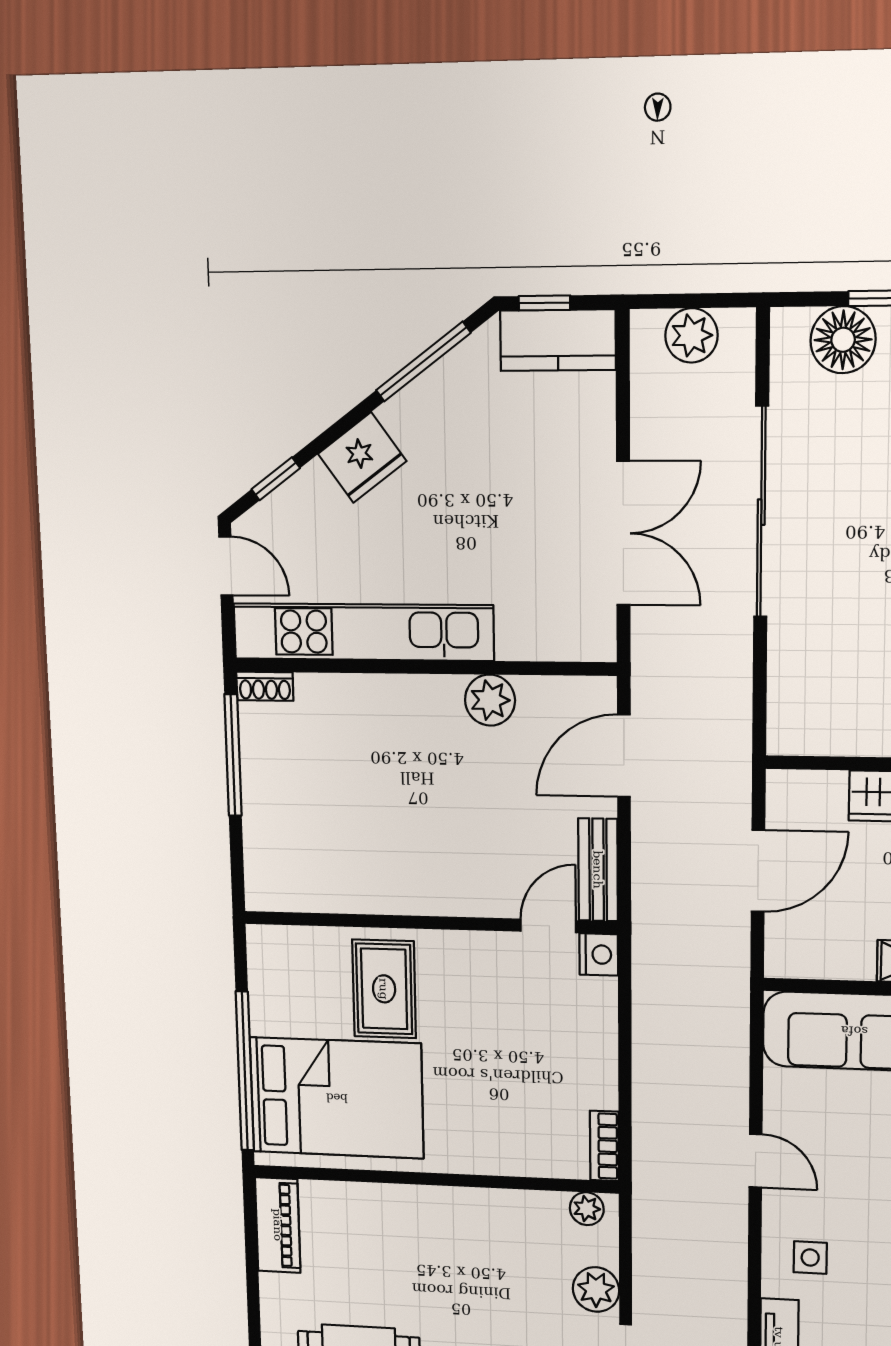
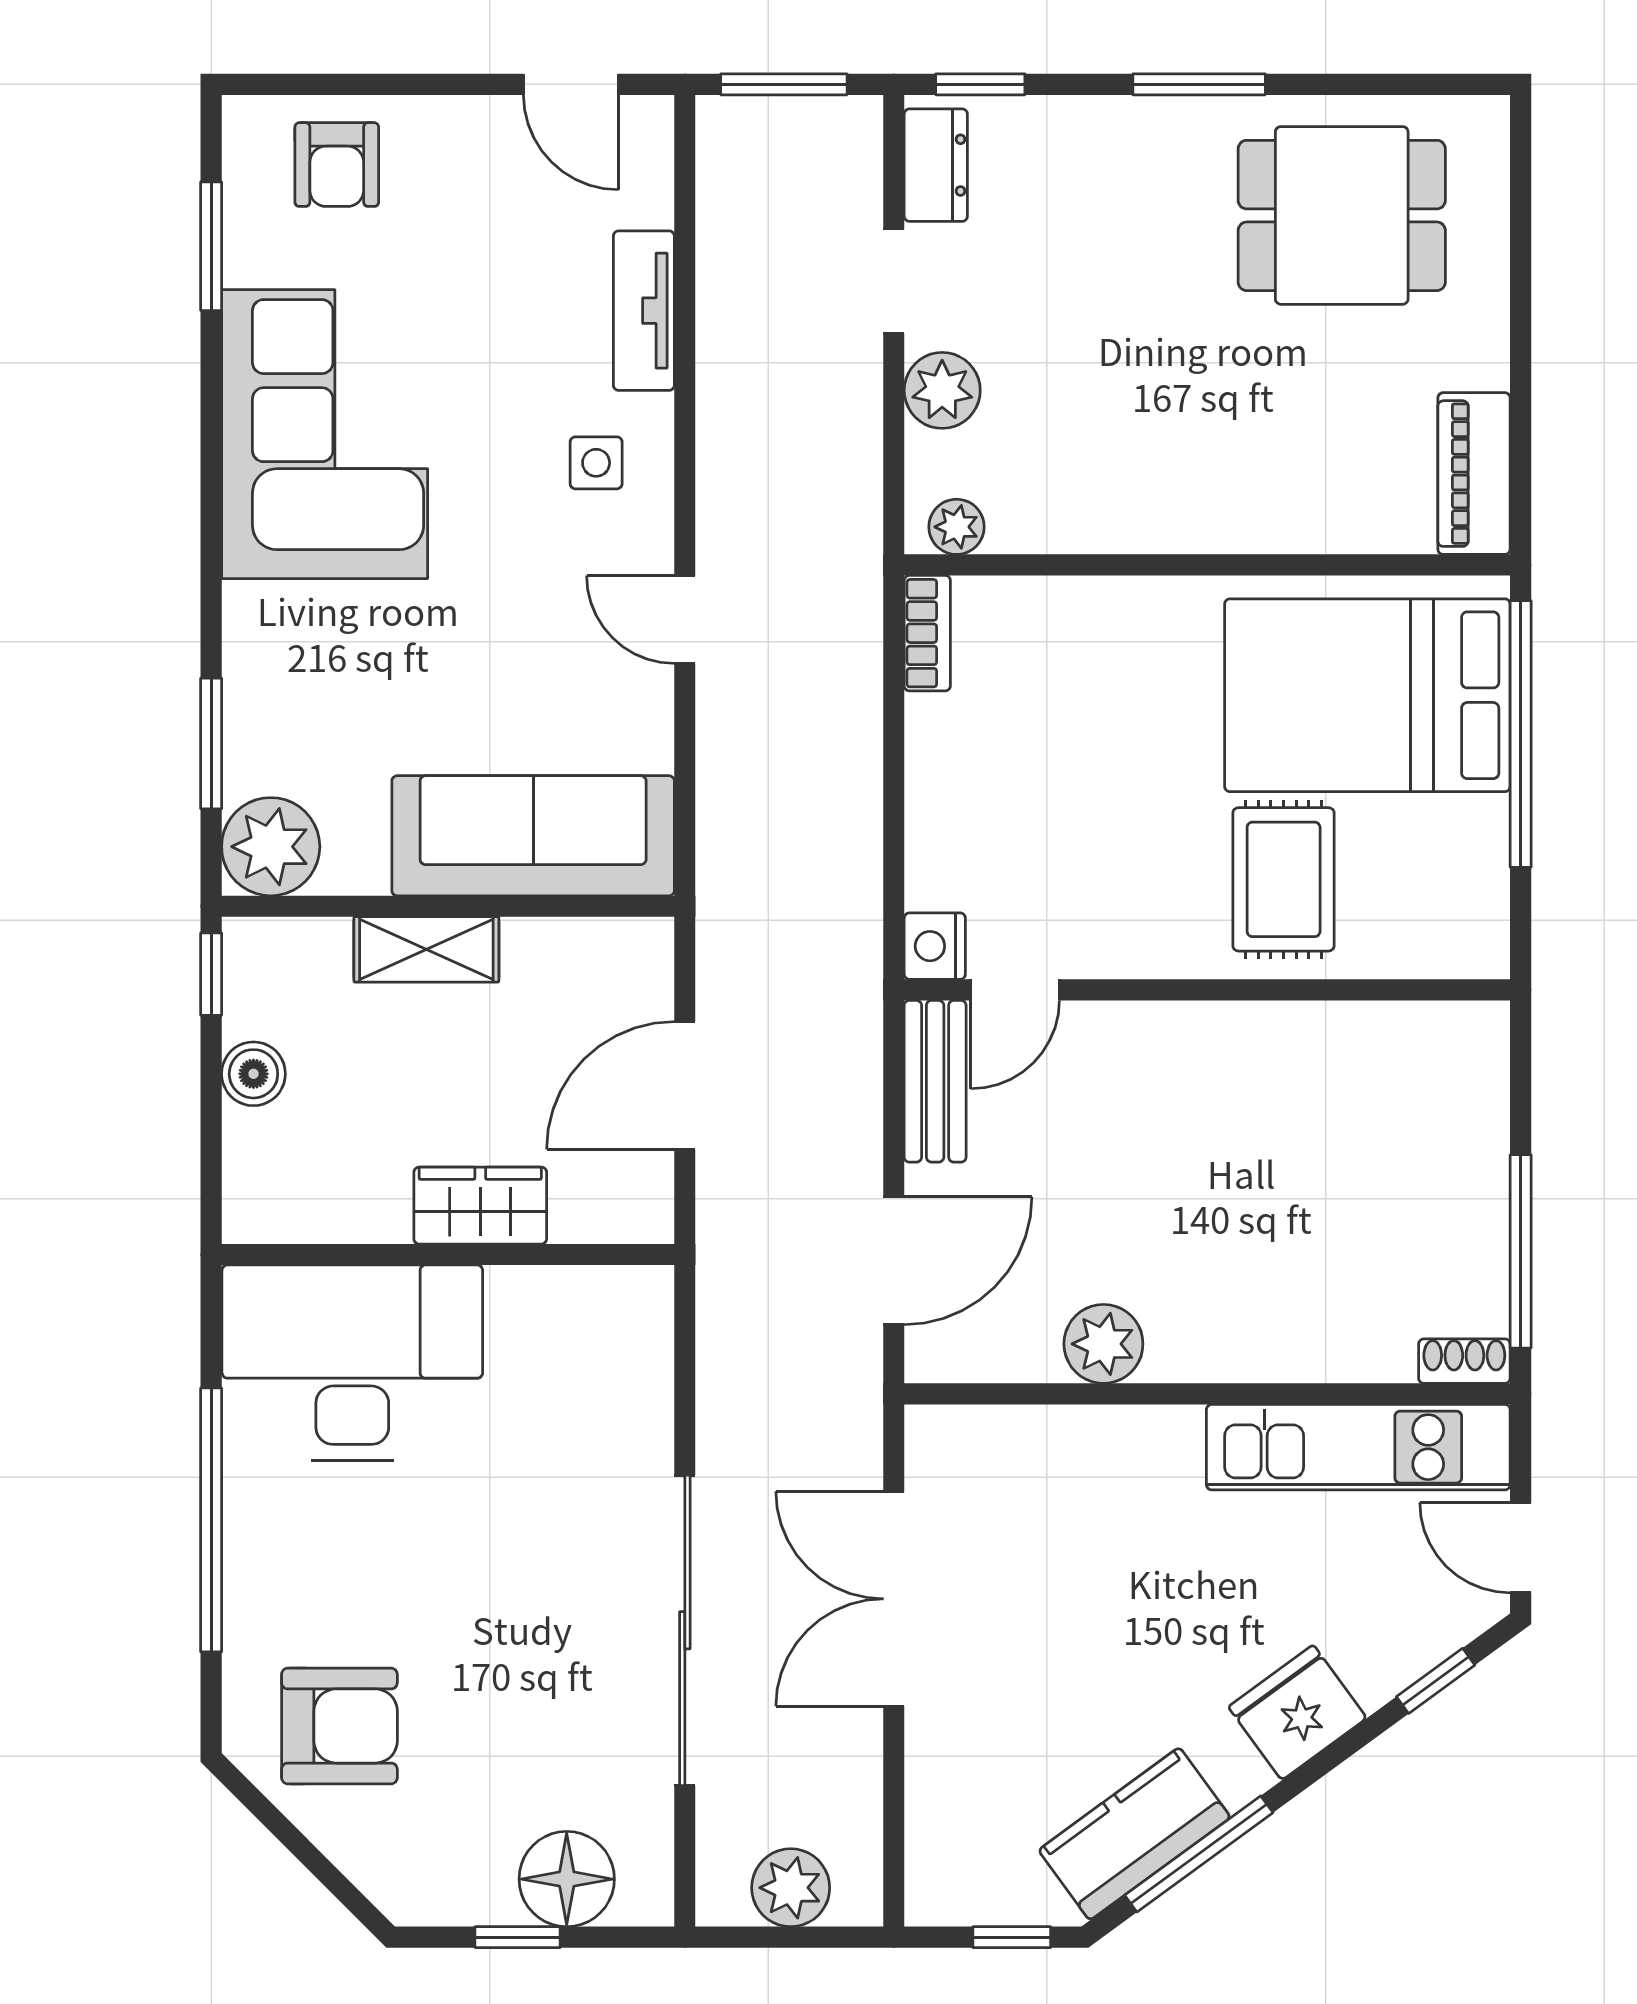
kitchen counter: (558, 340) -> (1134, 1834), moved, turned -36
kitchen unit: (363, 632) -> (1358, 1447), width x0.73

